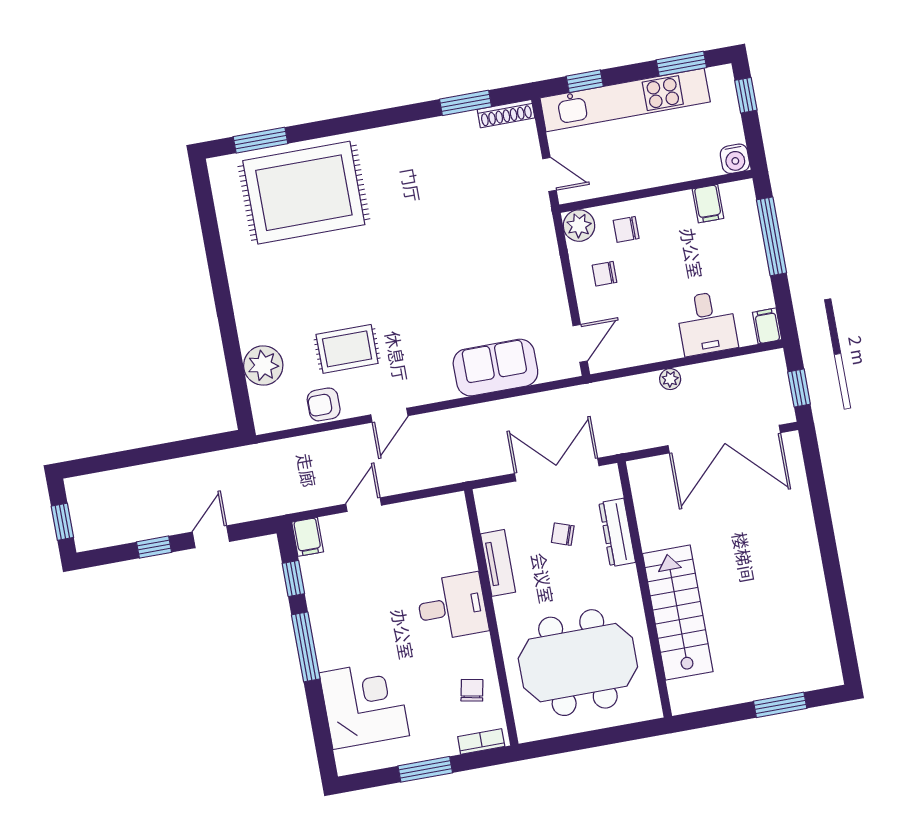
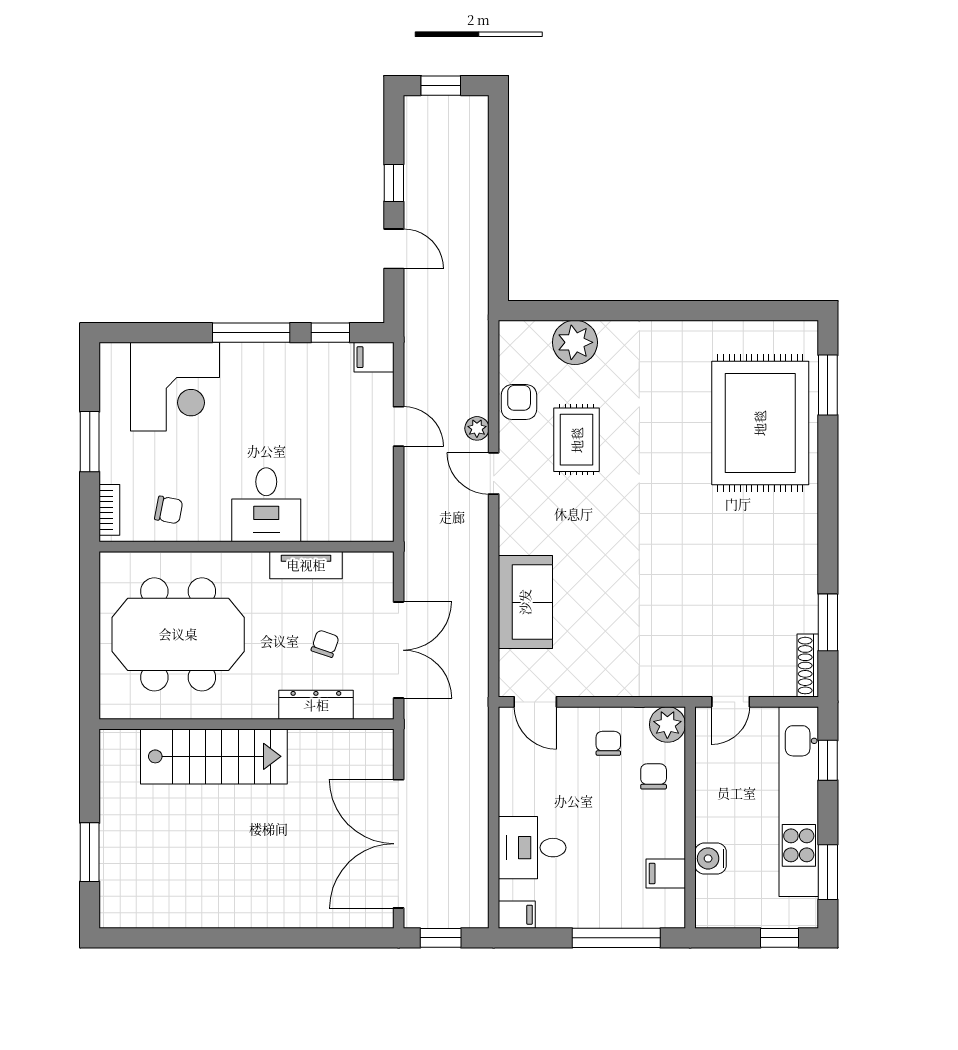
water cooler: (735, 159) -> (711, 858), moved
plant: (670, 379) -> (477, 428), moved
meeting table: (578, 663) -> (178, 634), turned 90

